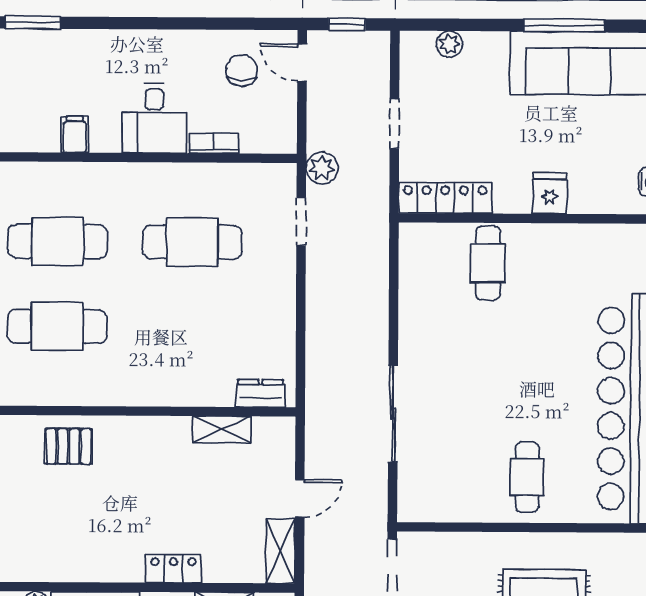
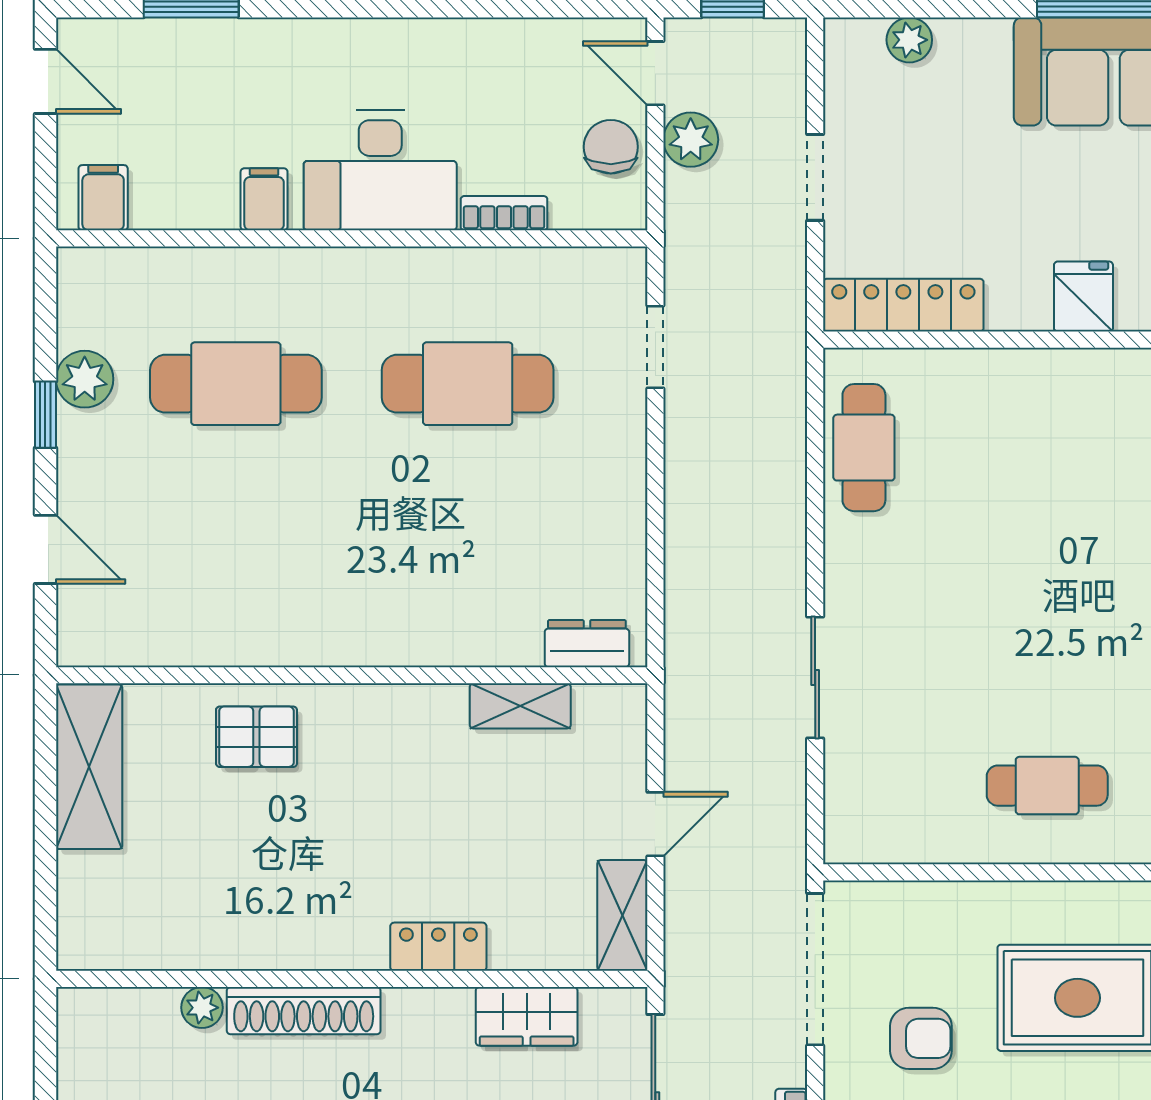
chair: (242, 71) -> (611, 147), moved
desk: (154, 118) -> (380, 170), width x1.37
plant: (322, 168) -> (691, 140), moved
cafe table: (488, 263) -> (864, 448), moved
cafe table: (57, 326) -> (236, 530), removed
sliding door: (393, 414) -> (815, 677), width x0.73
cafe table: (527, 477) -> (1047, 786), turned 90

